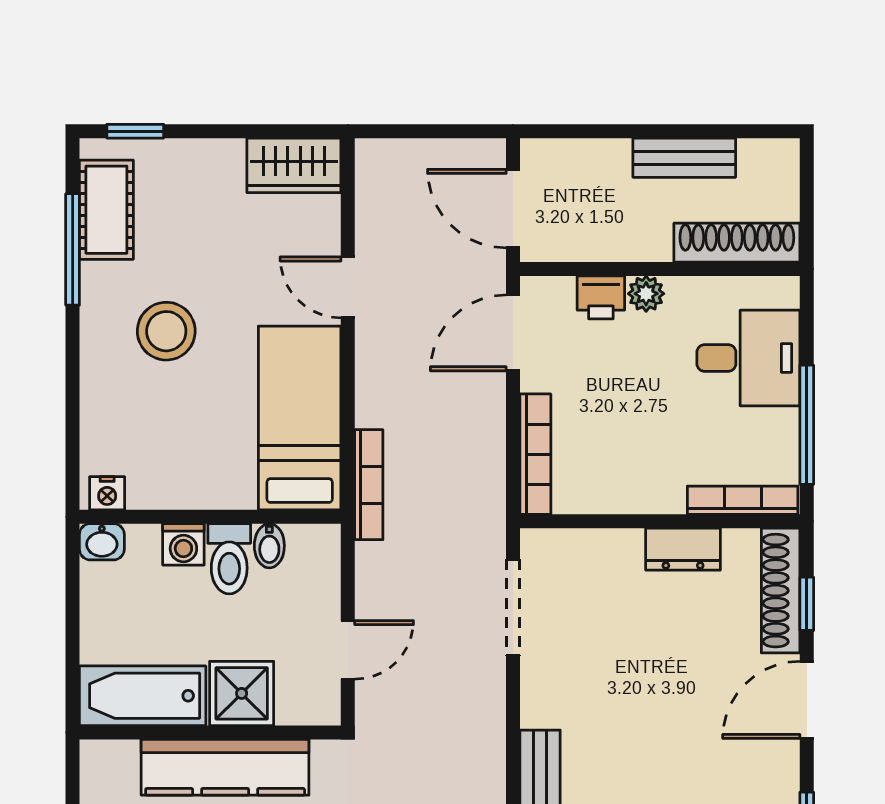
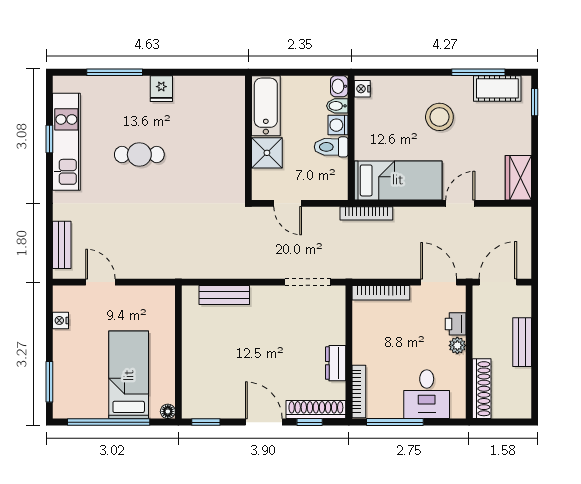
bench: (684, 158) -> (522, 342), moved
bidet: (269, 546) -> (337, 106), moved
kitchen counter: (225, 767) -> (232, 145), removed

